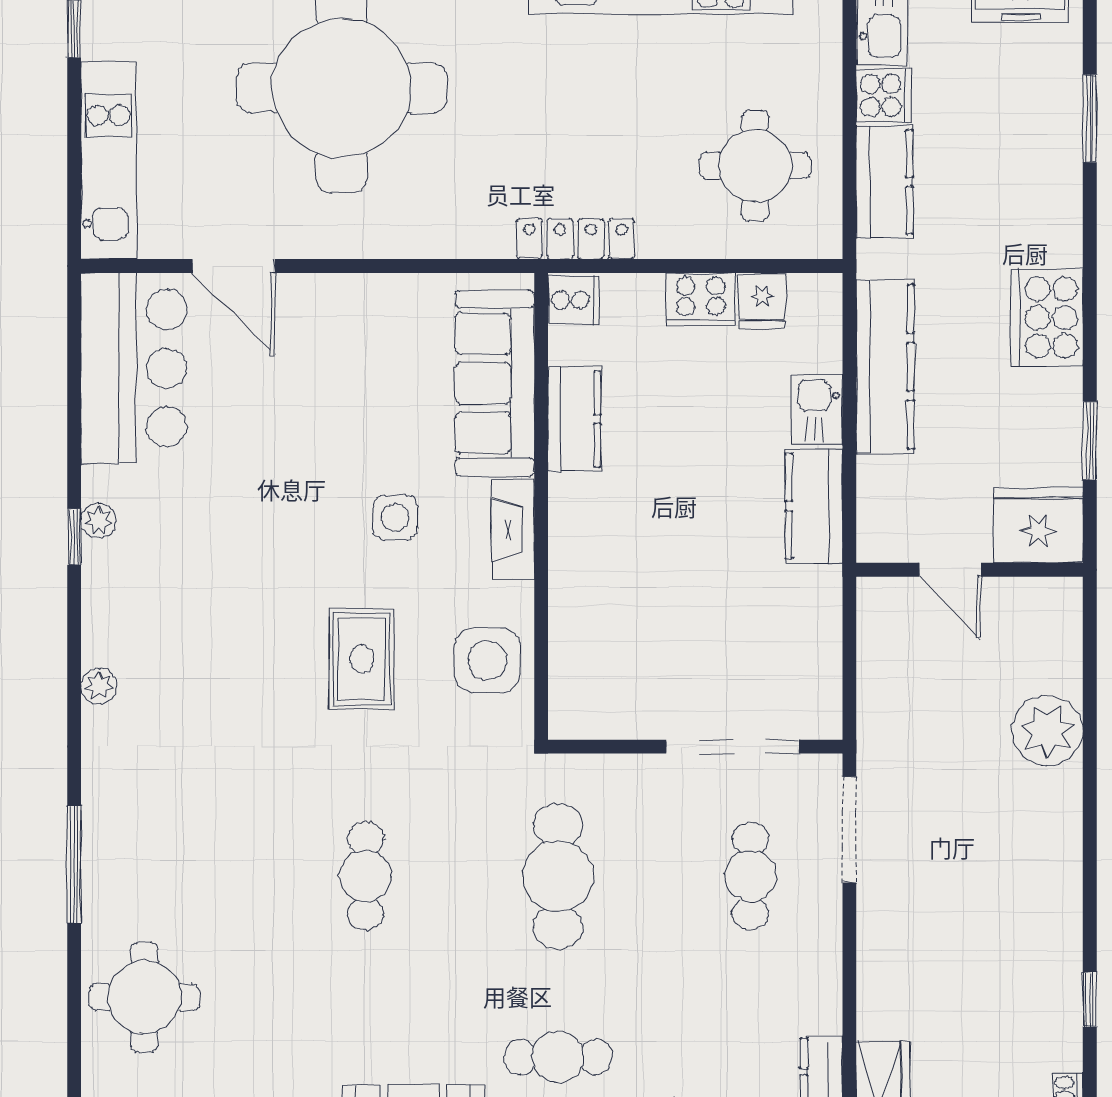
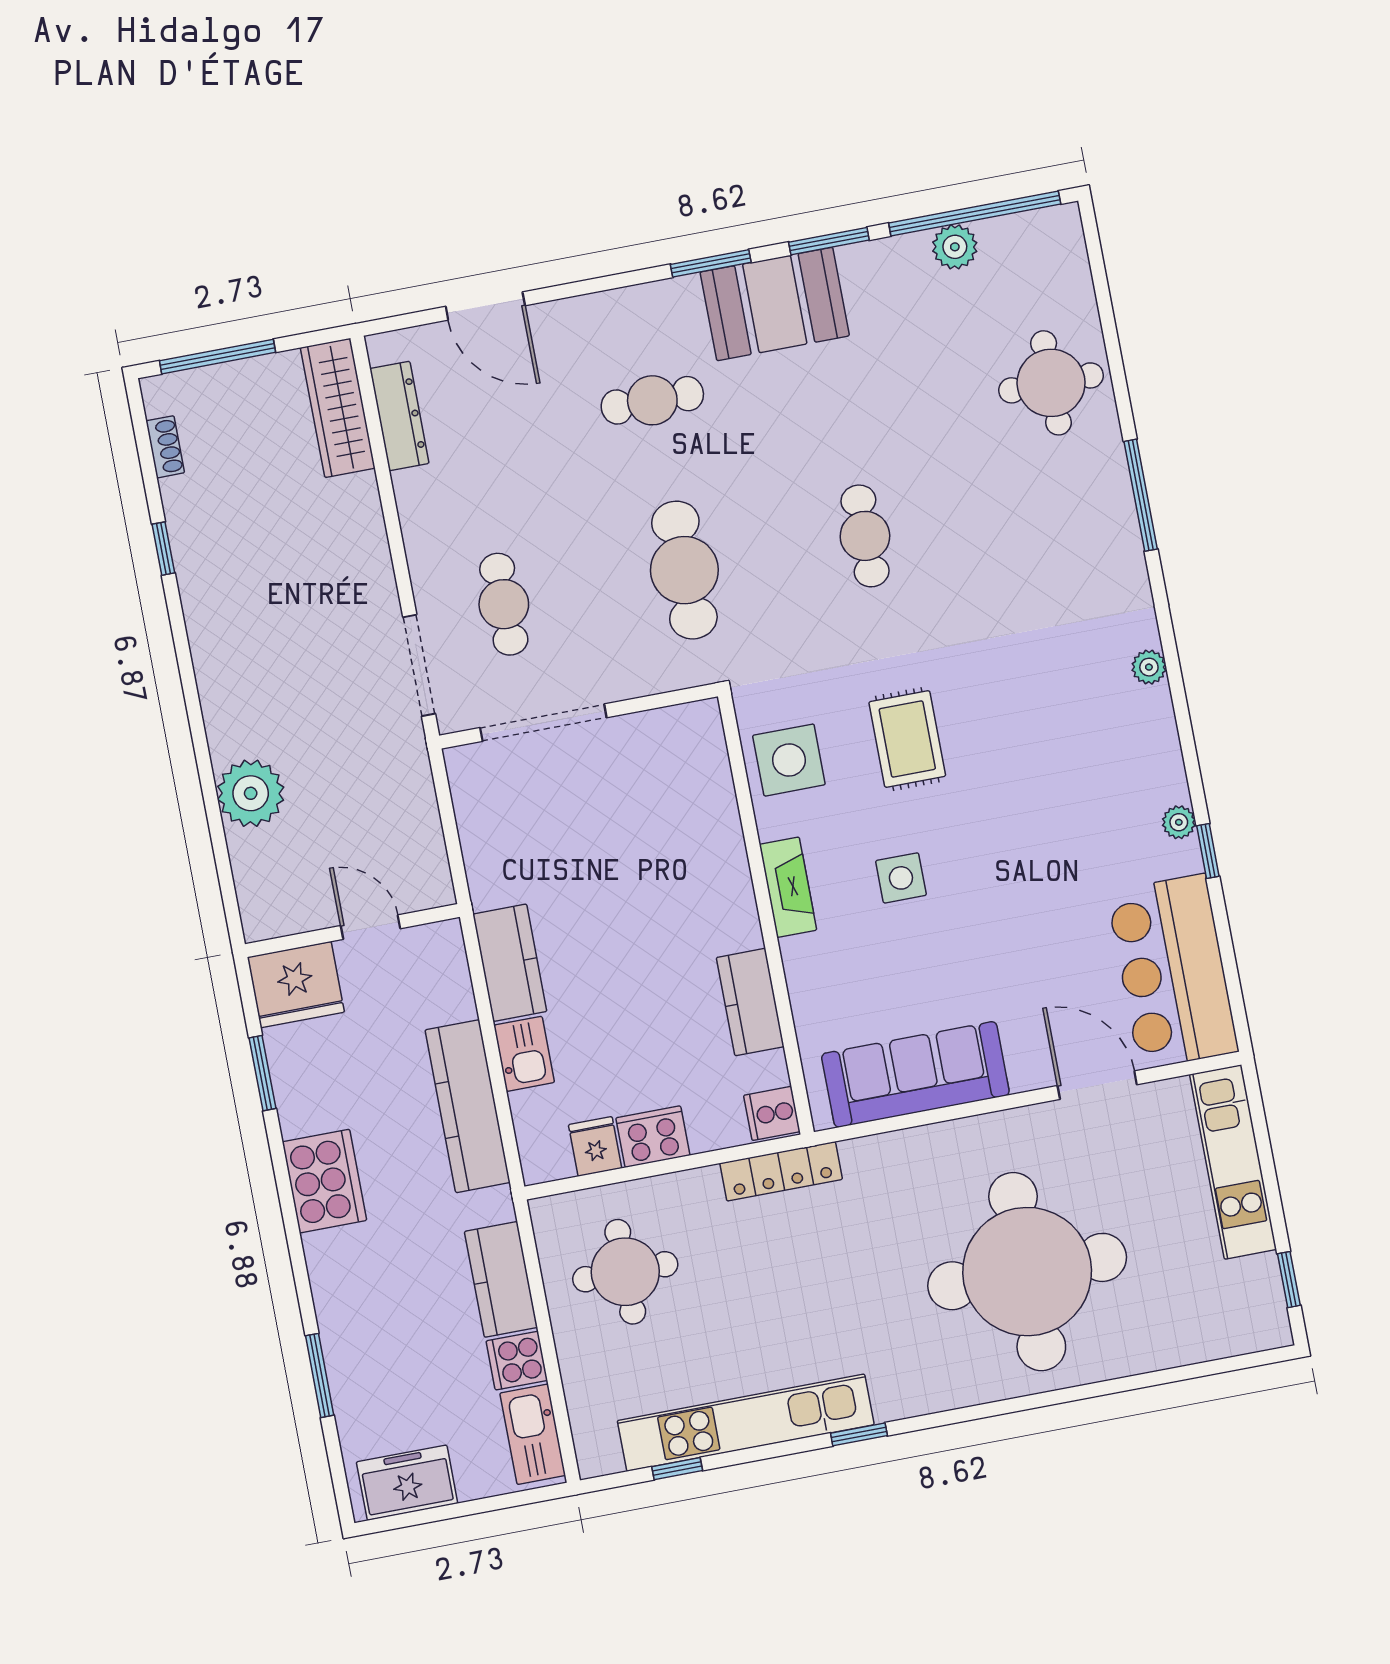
sofa: (495, 383) -> (915, 1074), moved, turned -90
window: (74, 537) -> (1208, 851), moved

